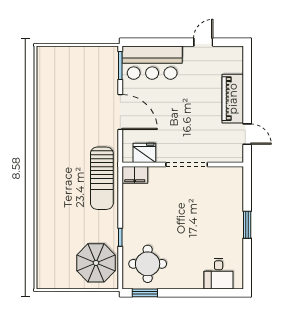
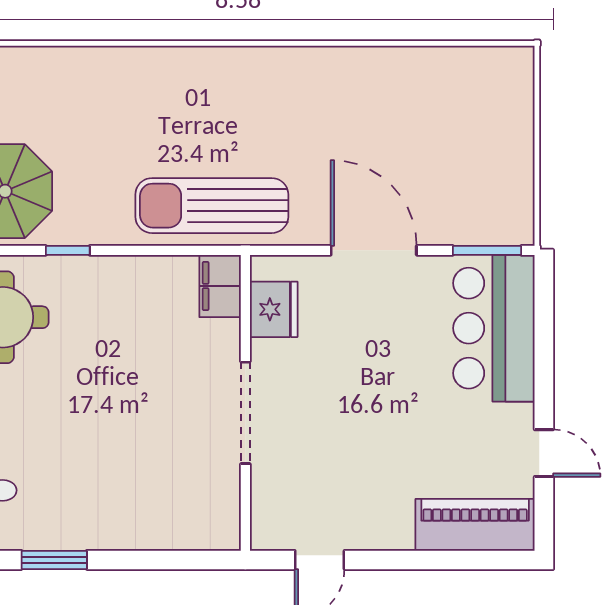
piano: (233, 99) -> (475, 525), moved
door: (120, 112) -> (374, 250), swing flipped
window: (247, 225) -> (54, 560), moved

